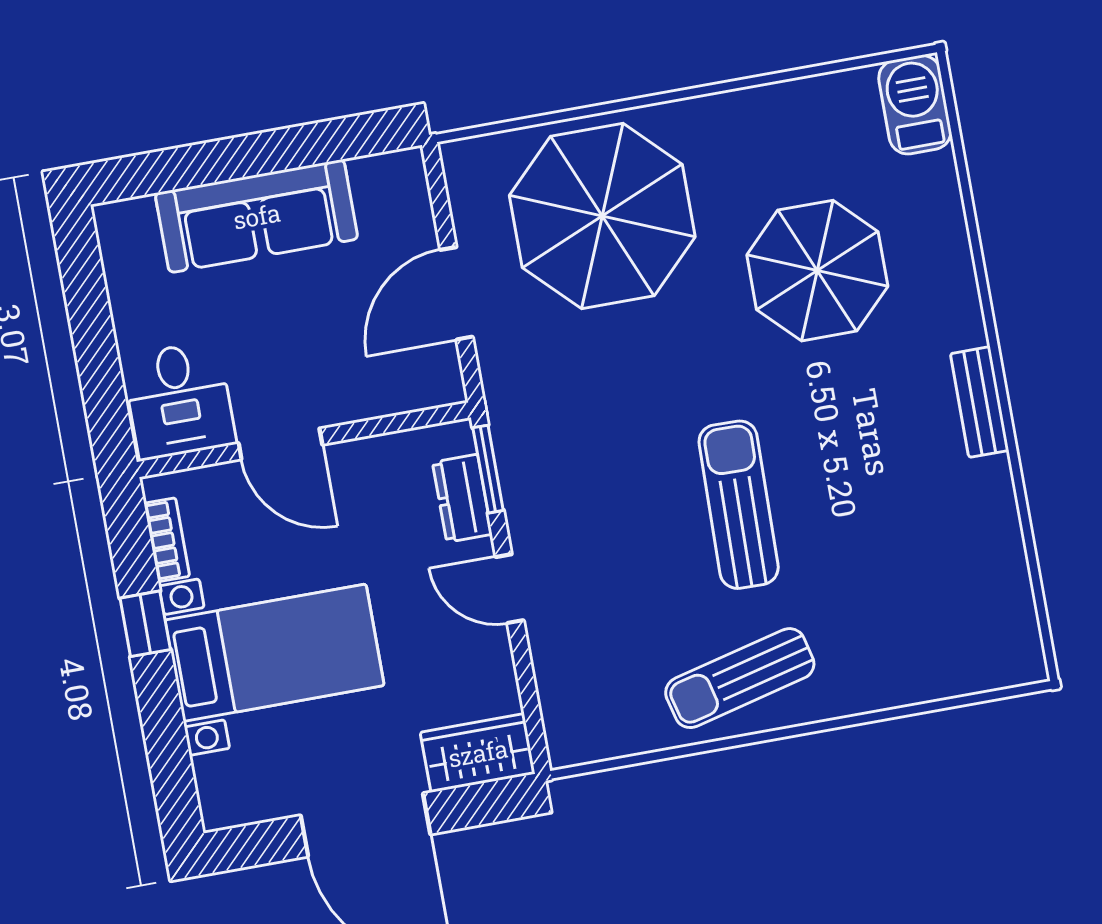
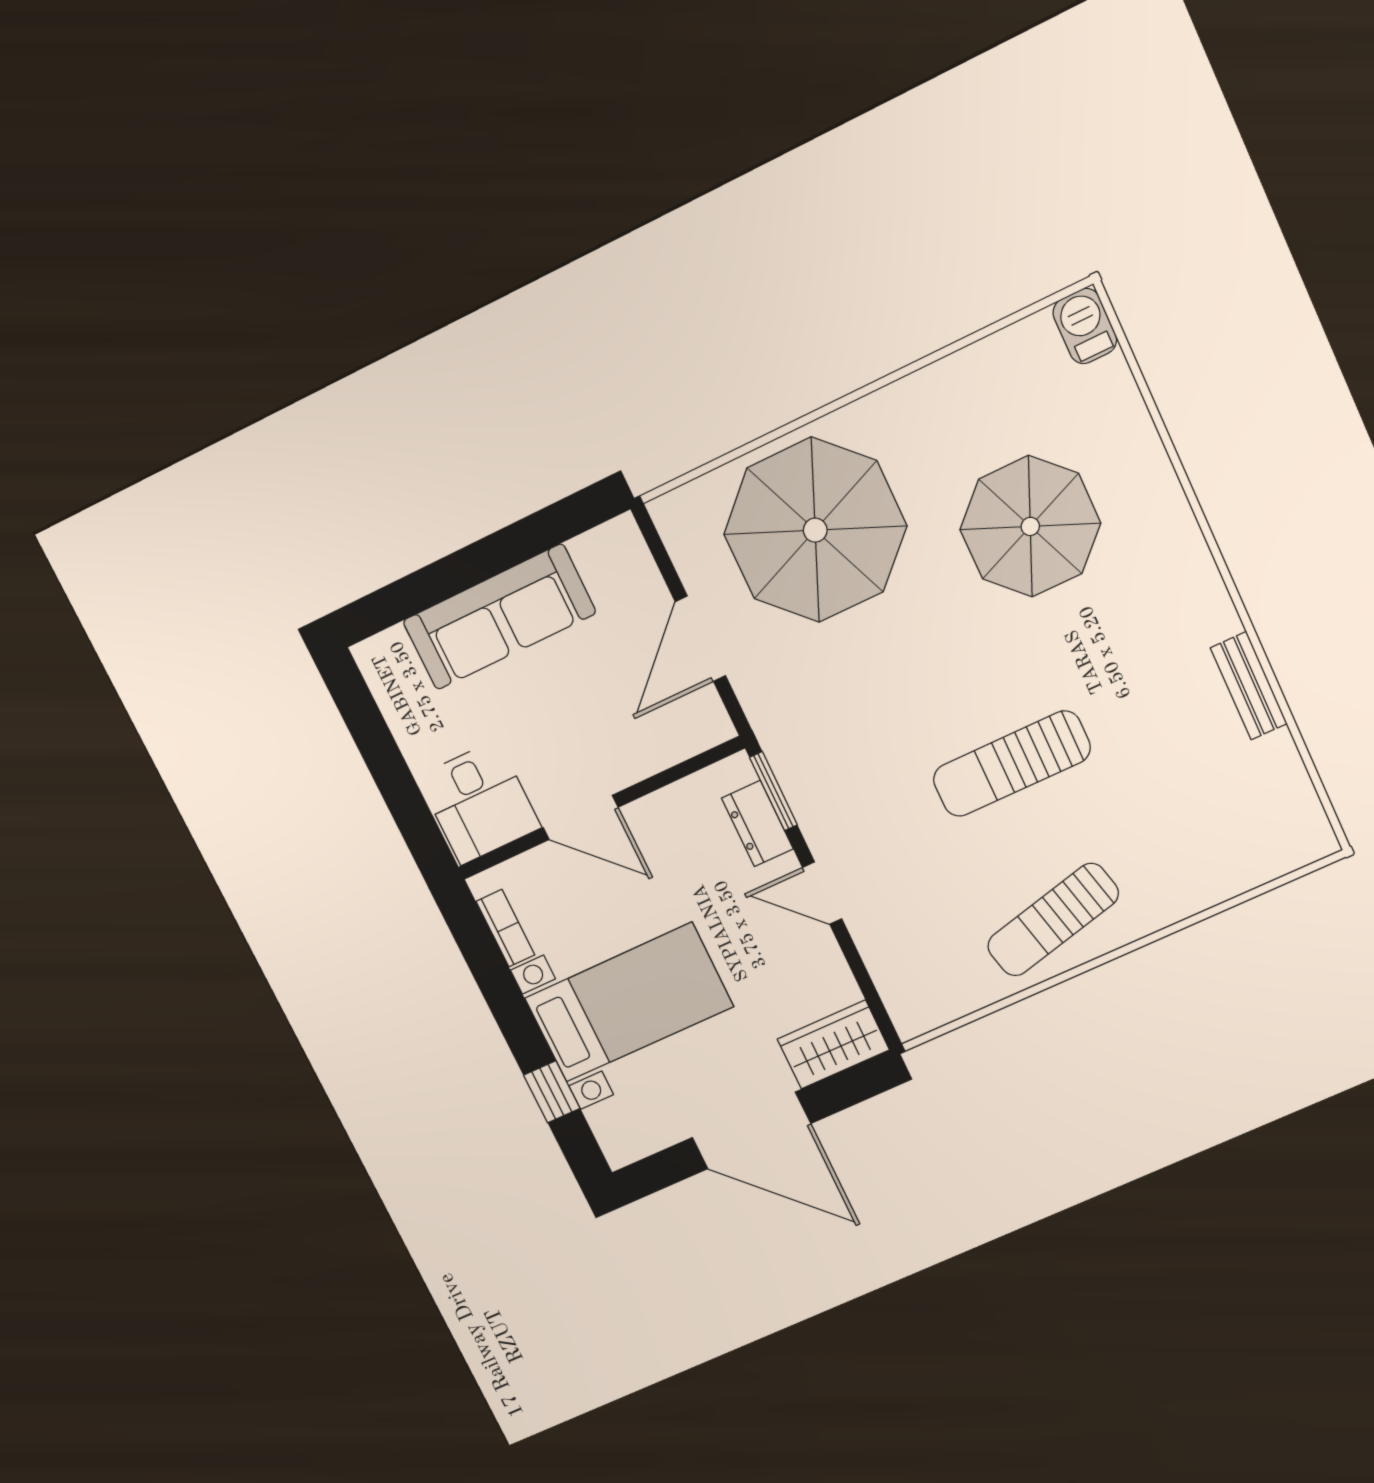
barbecue: (915, 105) -> (1085, 326), width x0.73, depth x0.79
bench: (980, 402) -> (1249, 686), moved
sun lounger: (739, 505) -> (1012, 764), turned -91
window: (145, 624) -> (552, 1092), moved

